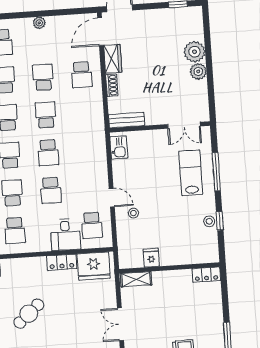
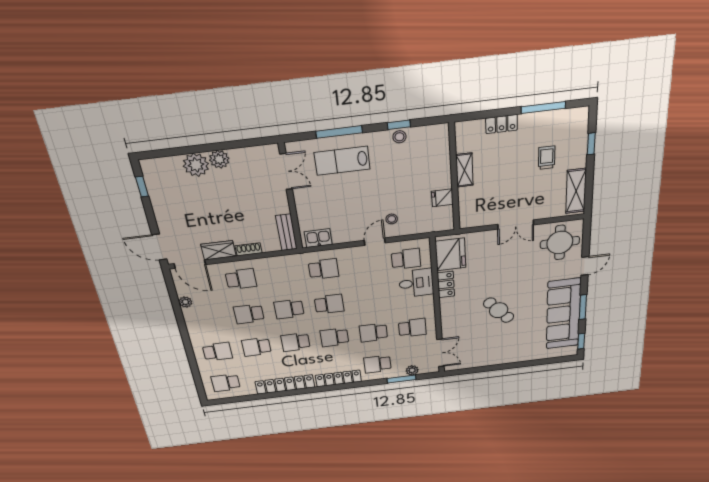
plant: (39, 23) -> (185, 302), moved
school desk: (51, 190) -> (324, 269), moved
locker: (206, 275) -> (502, 124), moved, turned 90
shelving: (136, 279) -> (464, 170), moved

